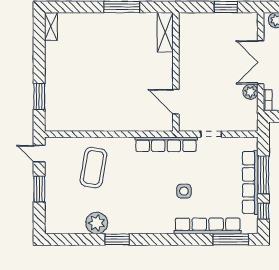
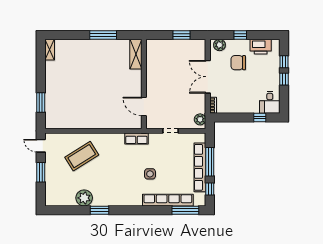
plant: (250, 92) -> (200, 119), moved
row of seats: (166, 144) -> (136, 139), width x0.50
coffee table: (93, 168) -> (82, 156), turned 48

